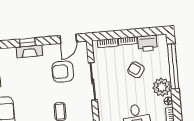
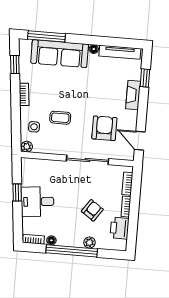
window: (27, 42) -> (145, 78), moved
window: (173, 66) -> (72, 251), moved
plant: (162, 87) -> (90, 242), moved, width x0.53, depth x0.53

